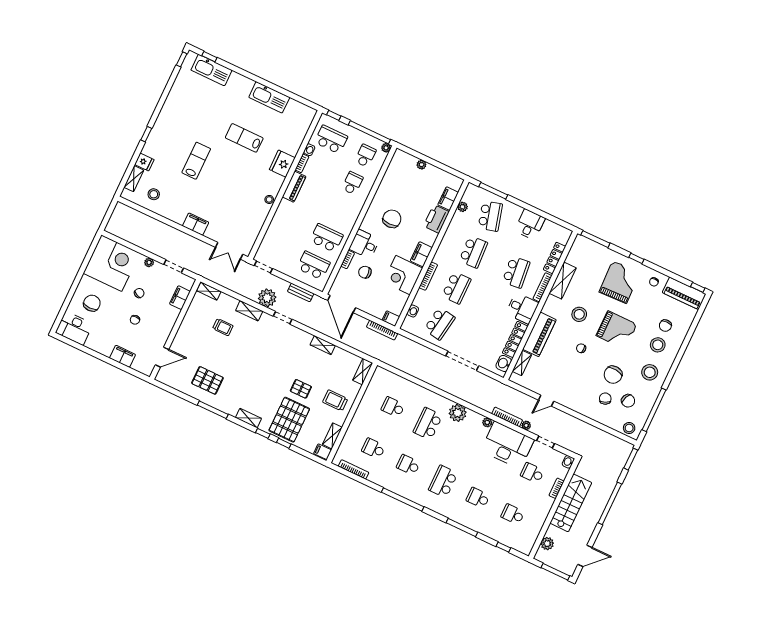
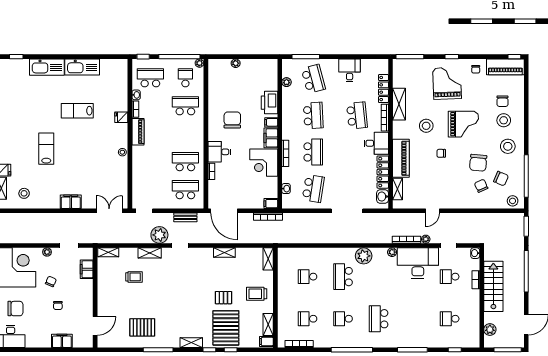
kitchen sink: (211, 70) -> (47, 67), moved
fridge: (282, 164) -> (121, 117), width x0.53, depth x0.75
school desk: (352, 183) -> (185, 106), width x1.85
filing cabinet: (448, 199) -> (271, 122), moved, width x0.50
double door: (229, 251) -> (109, 211), swing flipped
chair: (365, 272) -> (231, 175), removed
chair: (92, 303) -> (15, 309), turned 90
school desk: (478, 498) -> (414, 319), removed

